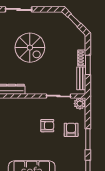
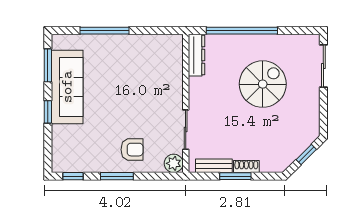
spiral stairs: (30, 48) -> (263, 84), turned 180
armchair: (47, 126) -> (139, 112), removed

